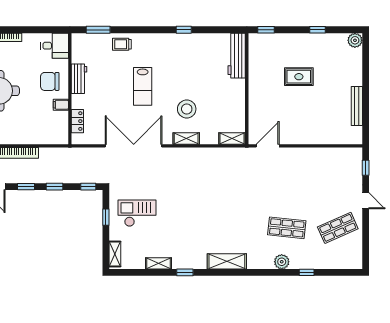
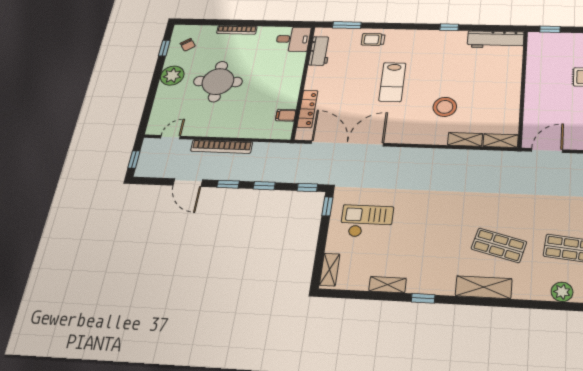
workbench: (237, 56) -> (496, 40), moved, turned -90
workbench: (79, 79) -> (320, 51), moved
chair: (50, 81) -> (280, 74), removed
filing cabinet: (61, 105) -> (286, 115), moved
locker: (77, 121) -> (307, 109), width x1.53
shelving: (186, 138) -> (465, 139), moved
double door: (134, 146) -> (347, 143), moved
window: (106, 217) -> (327, 206), moved
shop shelf: (236, 228) -> (499, 245), added

